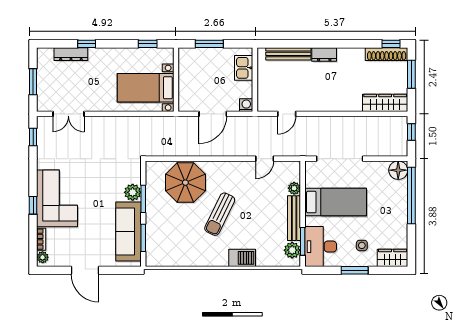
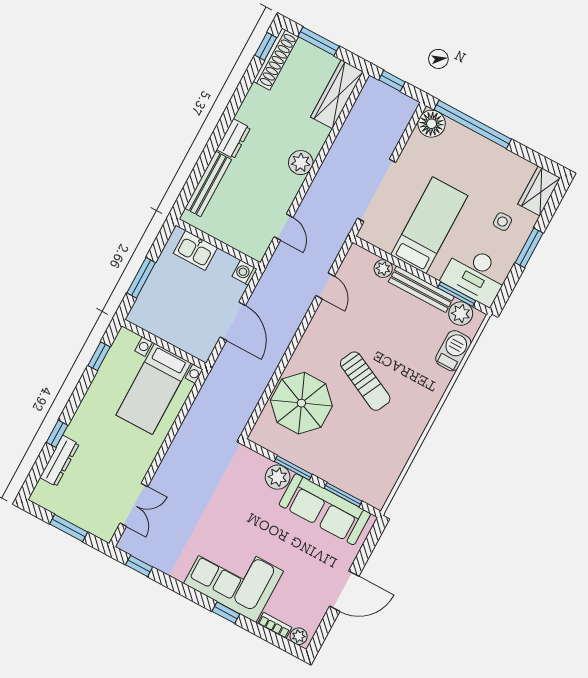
plant: (332, 103) -> (301, 163), added
barbecue: (242, 258) -> (453, 351), moved

